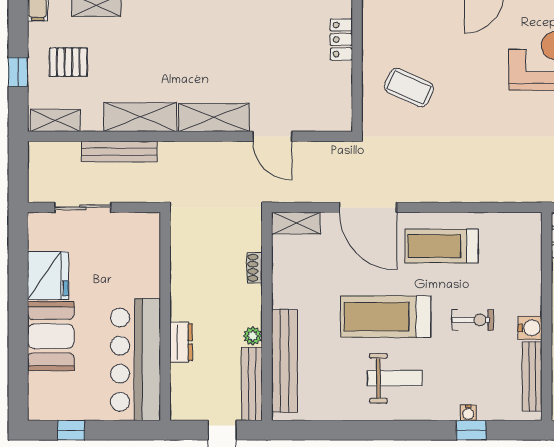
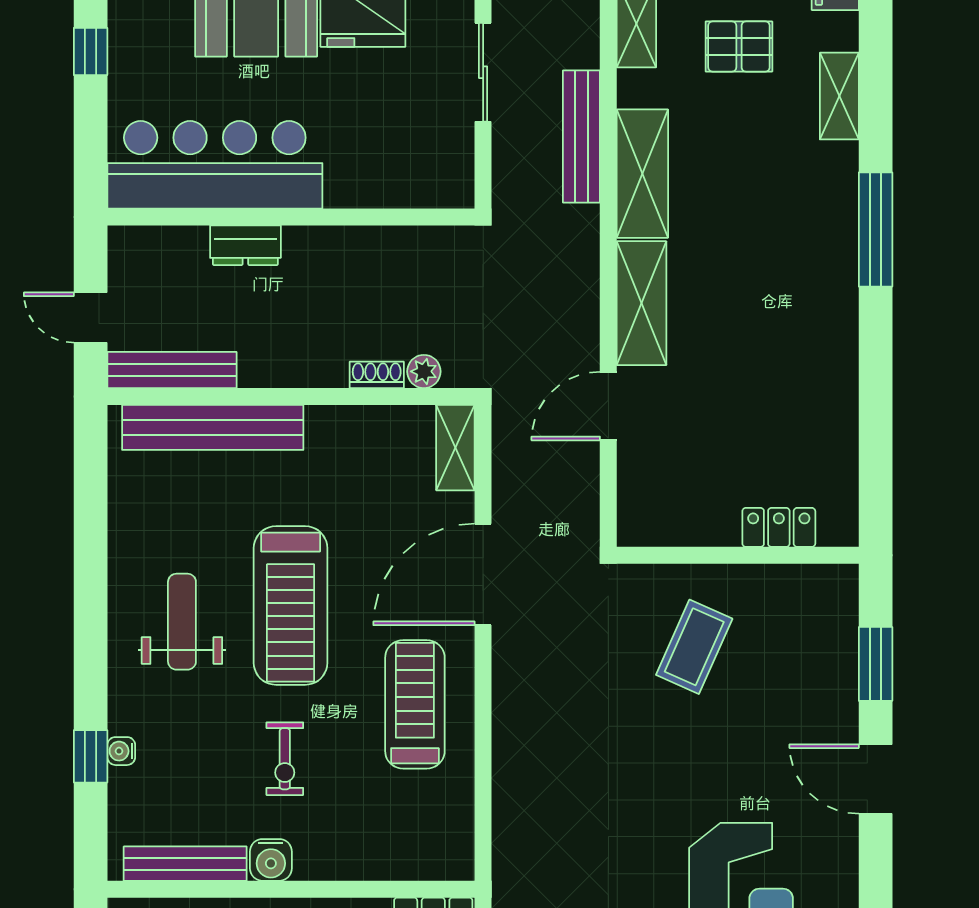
pallet: (68, 62) -> (739, 47), turned 90
treadmill: (386, 317) -> (291, 605), turned 180
plant: (253, 336) -> (424, 371), moved
weight bench: (395, 378) -> (182, 622), turned 180

